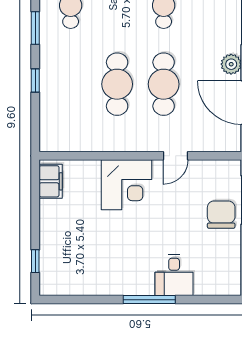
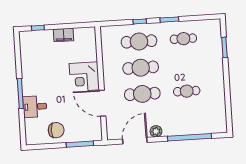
cafe table: (71, 84) -> (139, 41), added
door: (176, 156) -> (102, 103), width x1.87
filing cabinet: (51, 181) -> (63, 35), moved
chair: (221, 215) -> (56, 130), moved

